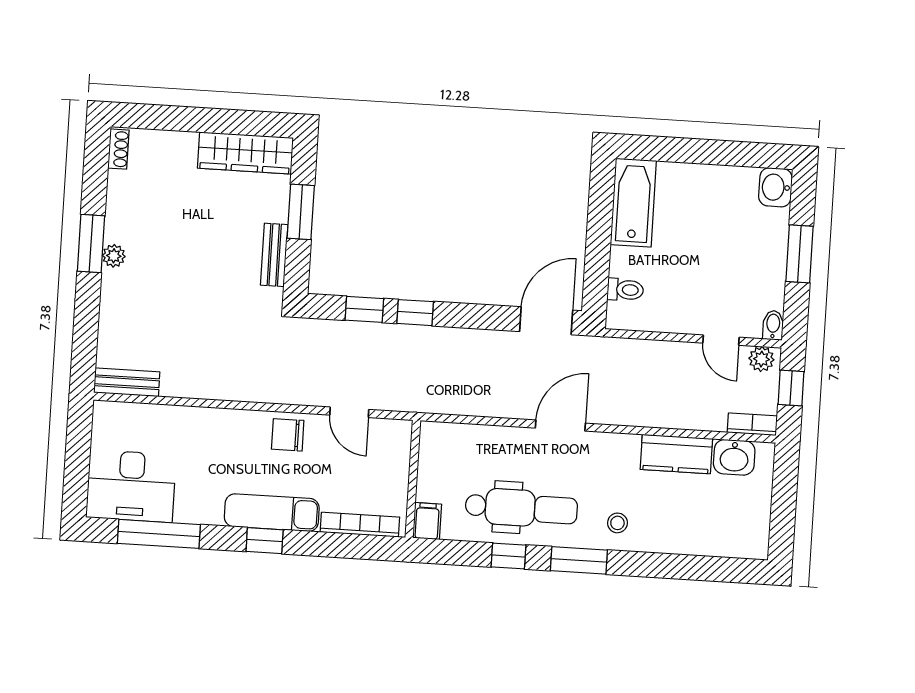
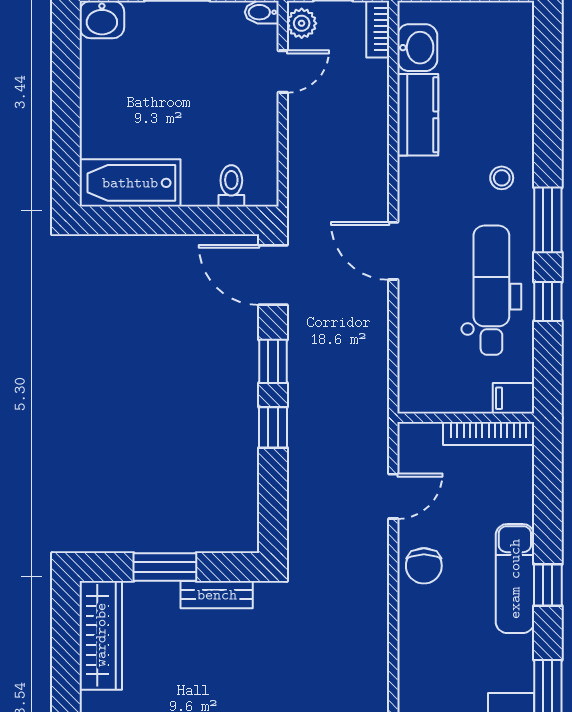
window: (364, 309) -> (273, 361), moved
bookcase: (360, 525) -> (489, 434), moved, turned -90

